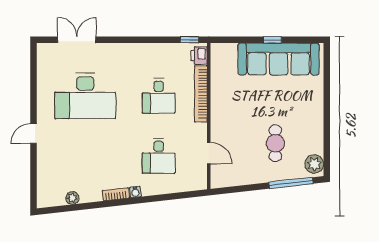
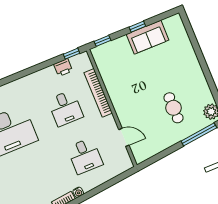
window: (228, 40) -> (103, 41), added
printer: (199, 55) -> (63, 68), moved, turned -90
sofa: (279, 59) -> (148, 37), width x0.54, depth x0.79

